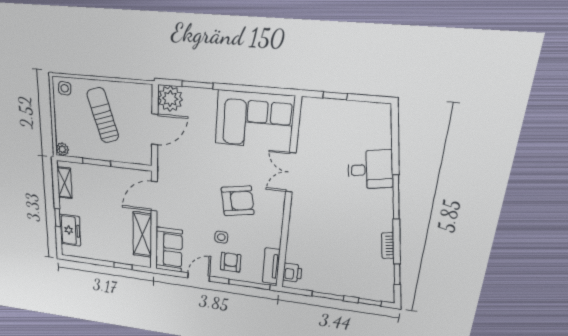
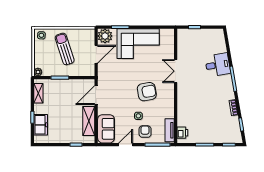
corner sofa: (254, 120) -> (138, 44), moved

